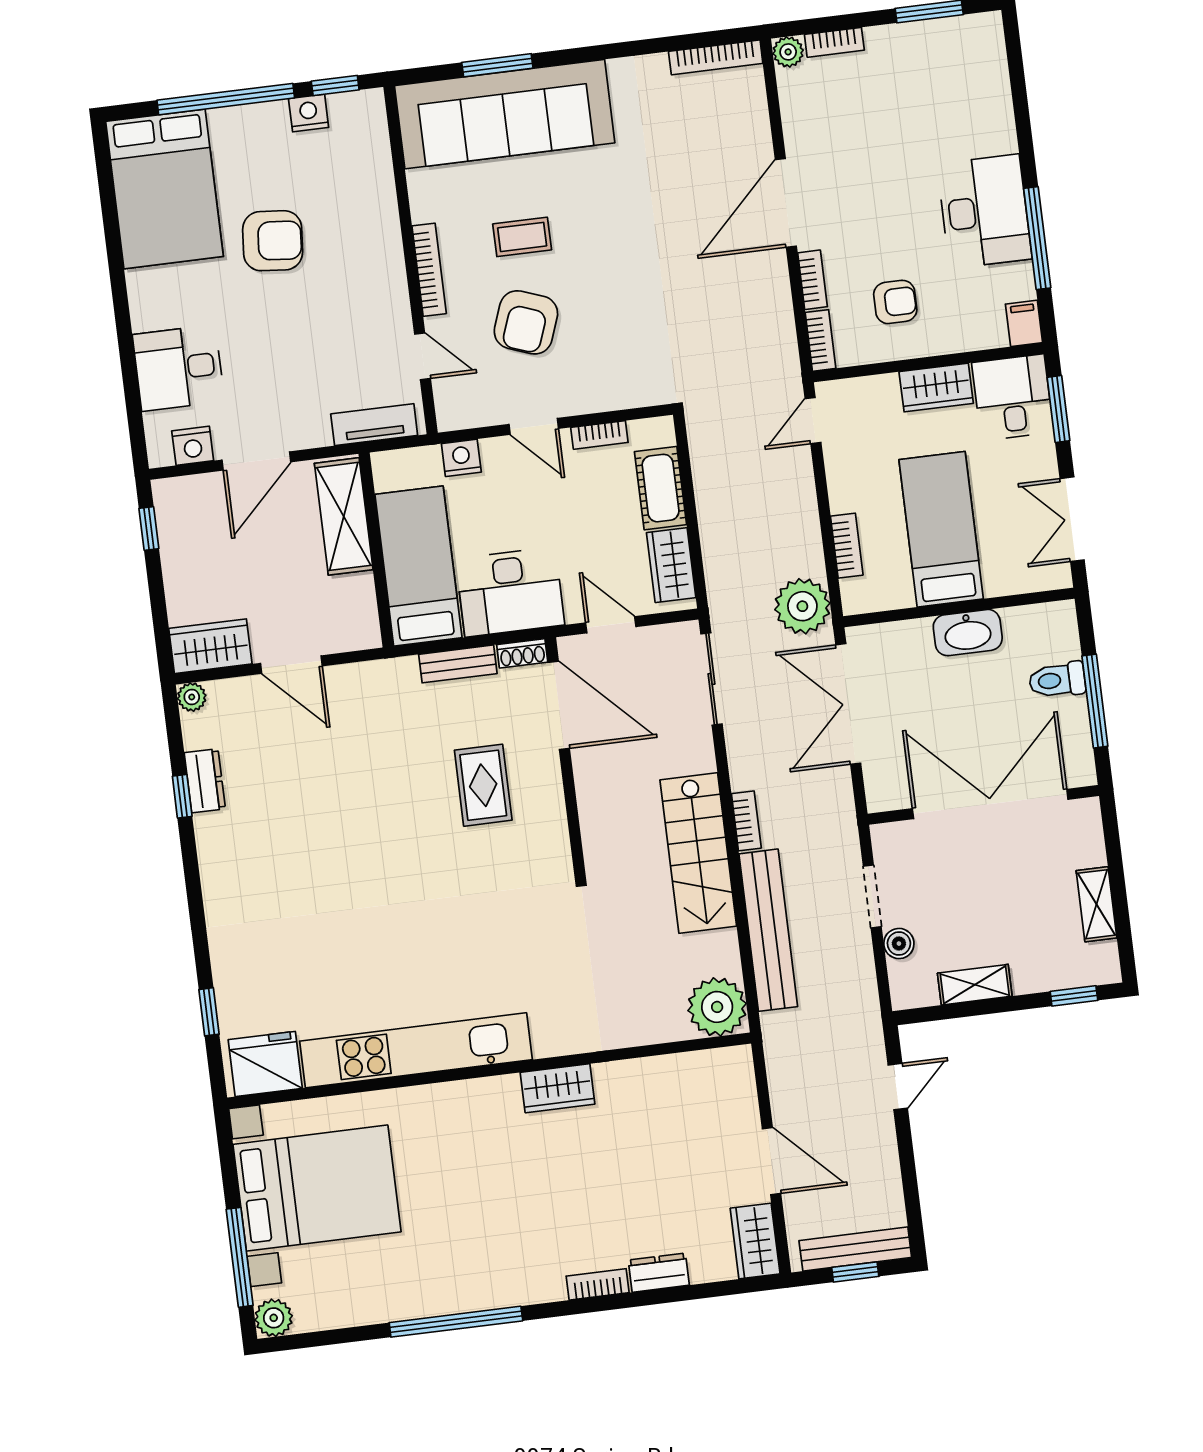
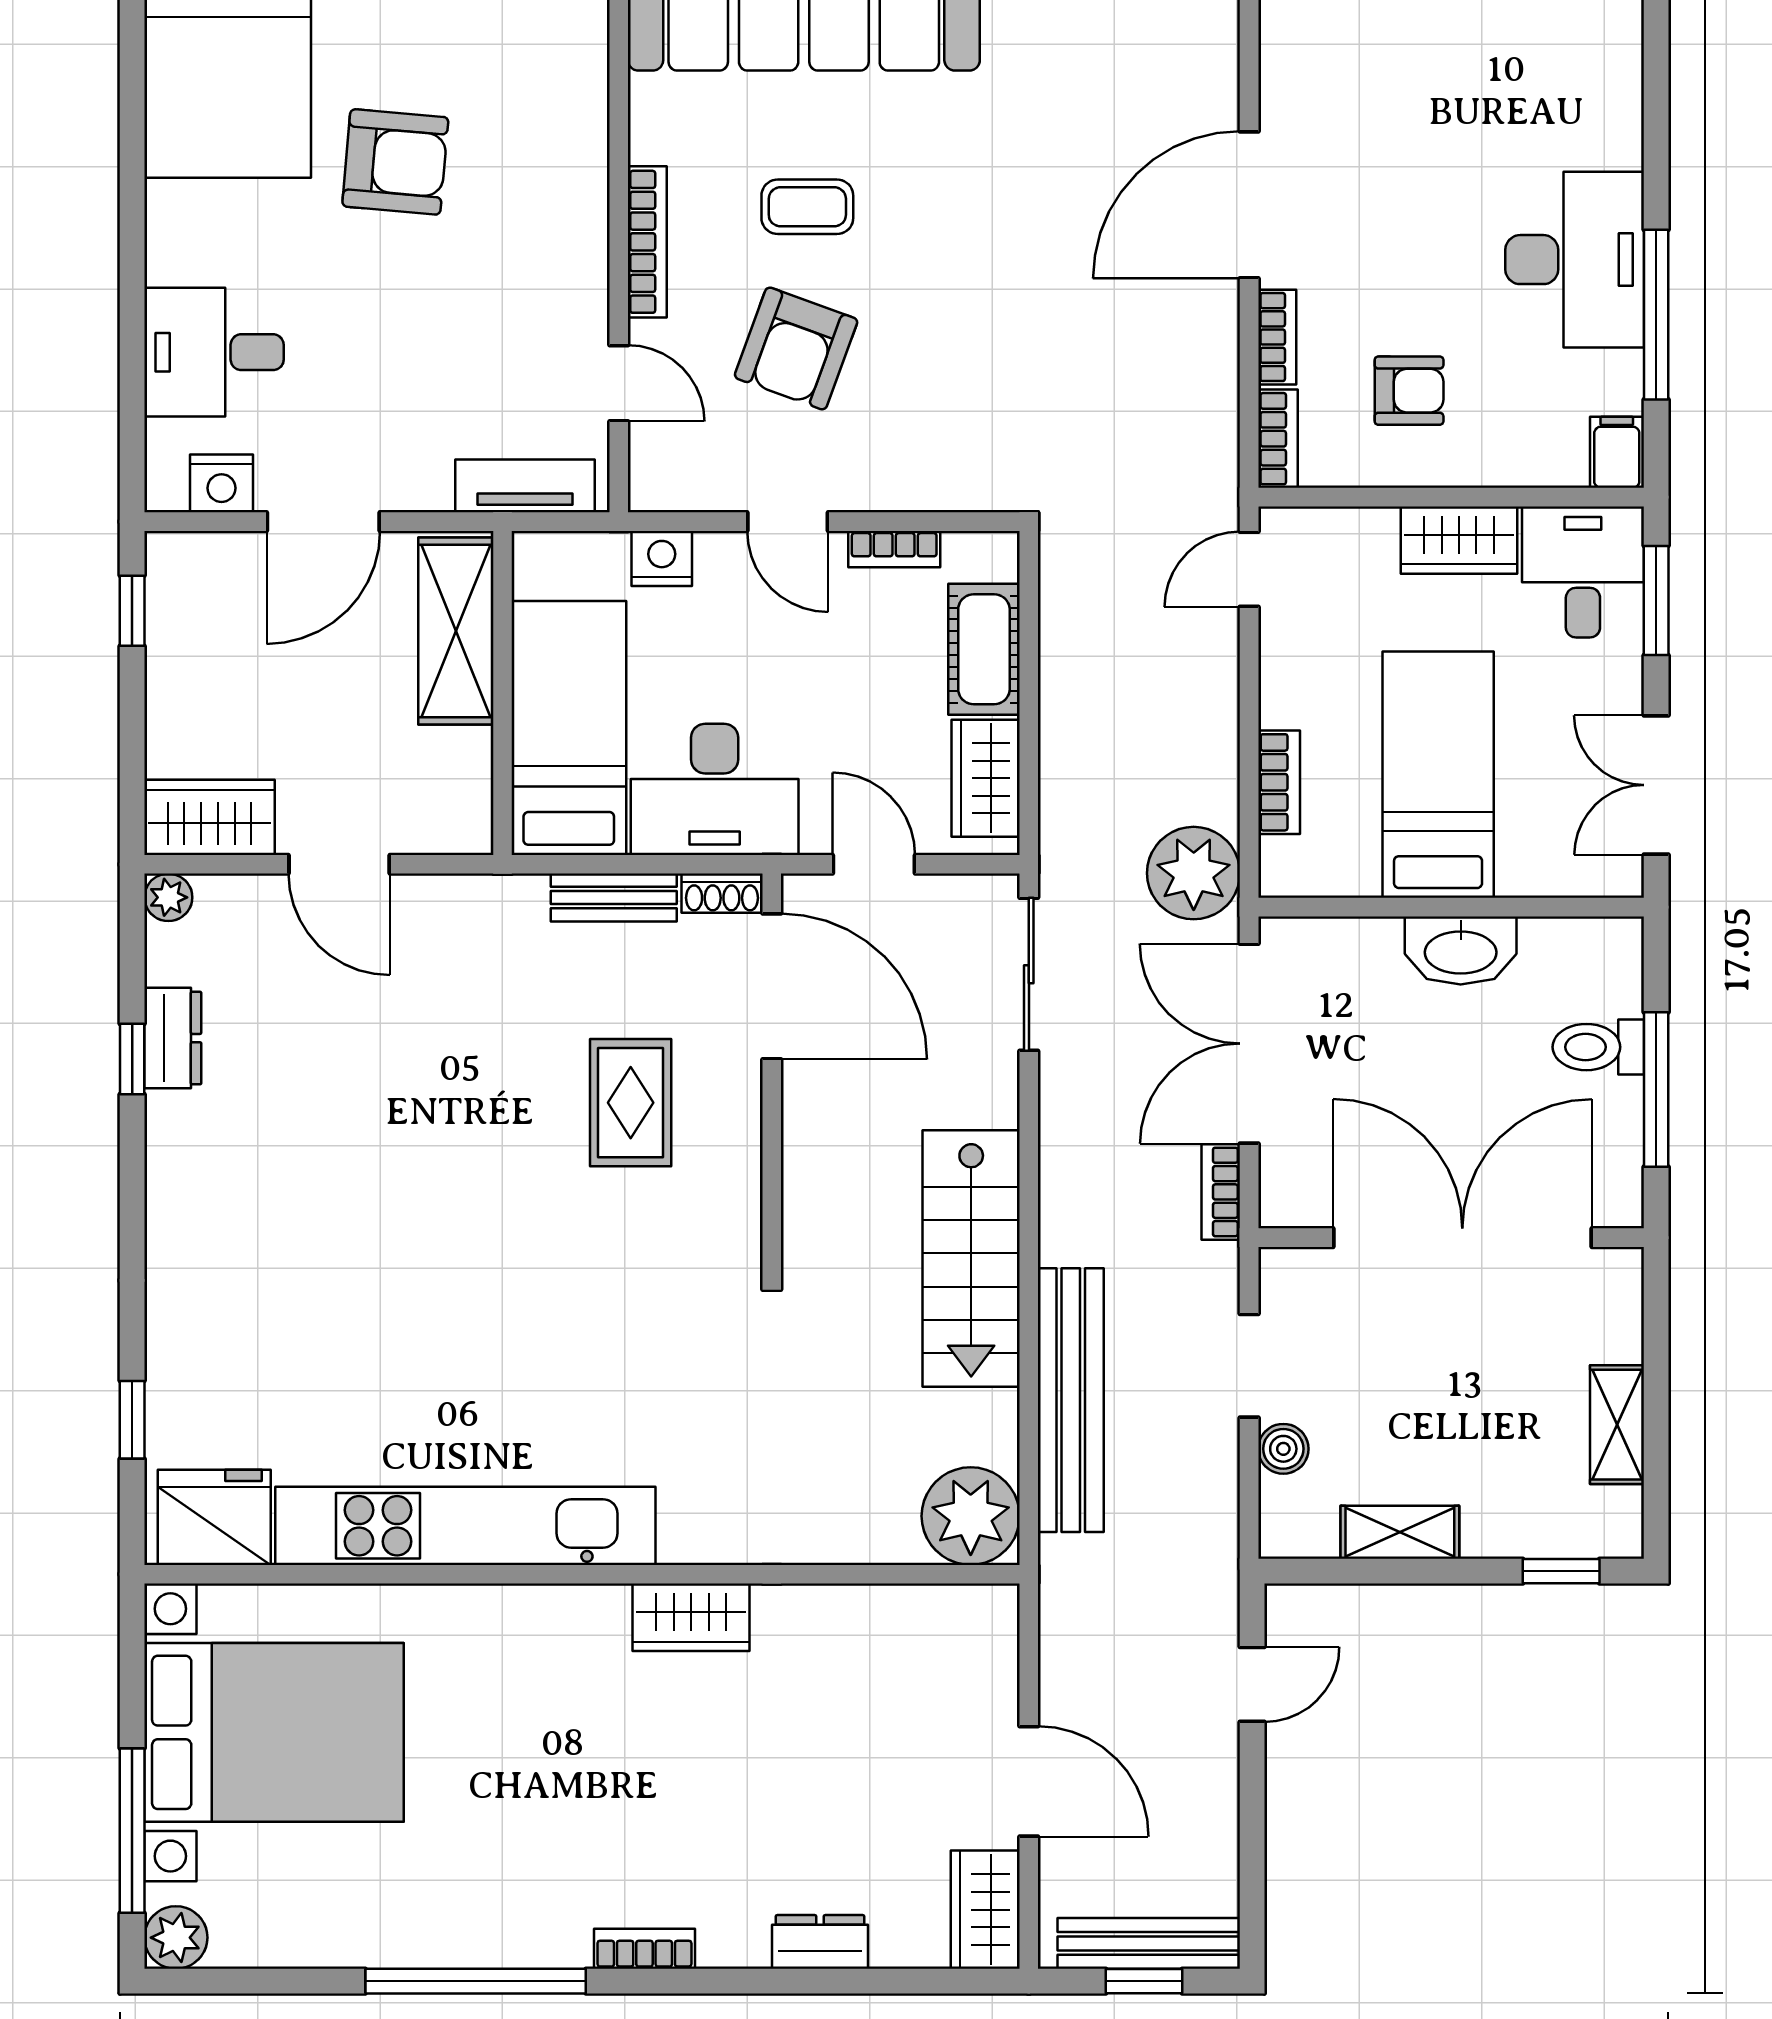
bookcase: (746, 821) -> (1221, 1192), moved, turned 180
bookcase: (598, 1284) -> (644, 1949), moved

